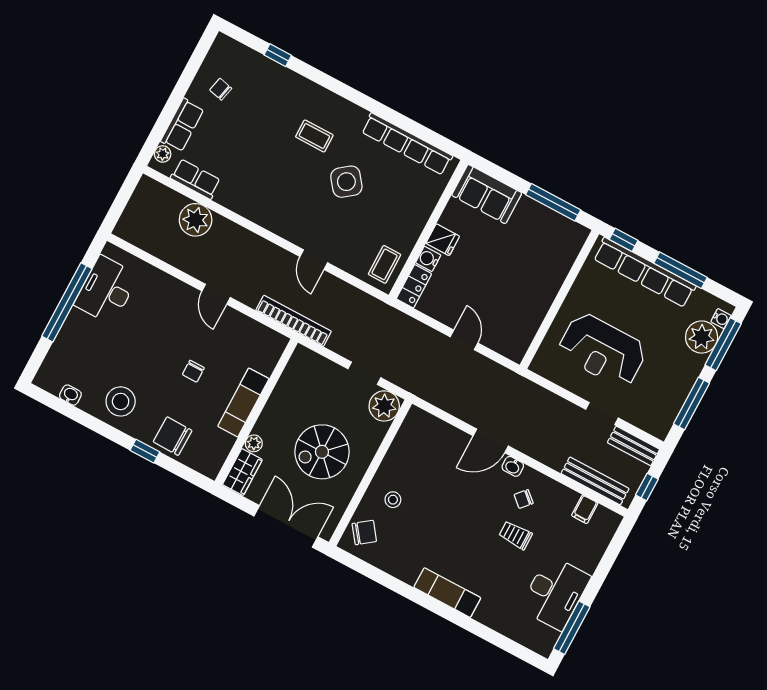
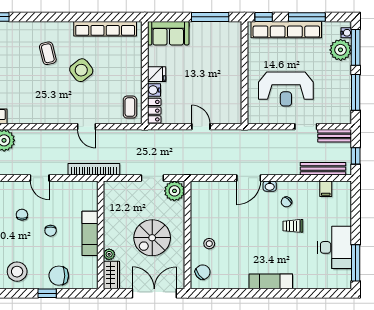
coffee table: (314, 136) -> (48, 53), turned 76
chair: (167, 330) -> (22, 215), added

